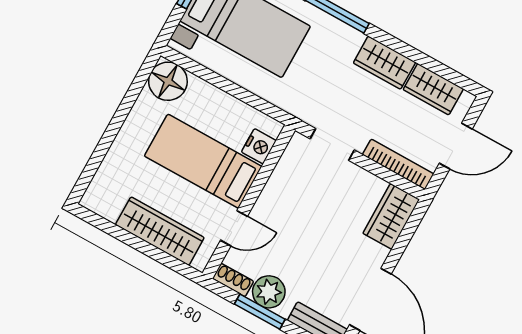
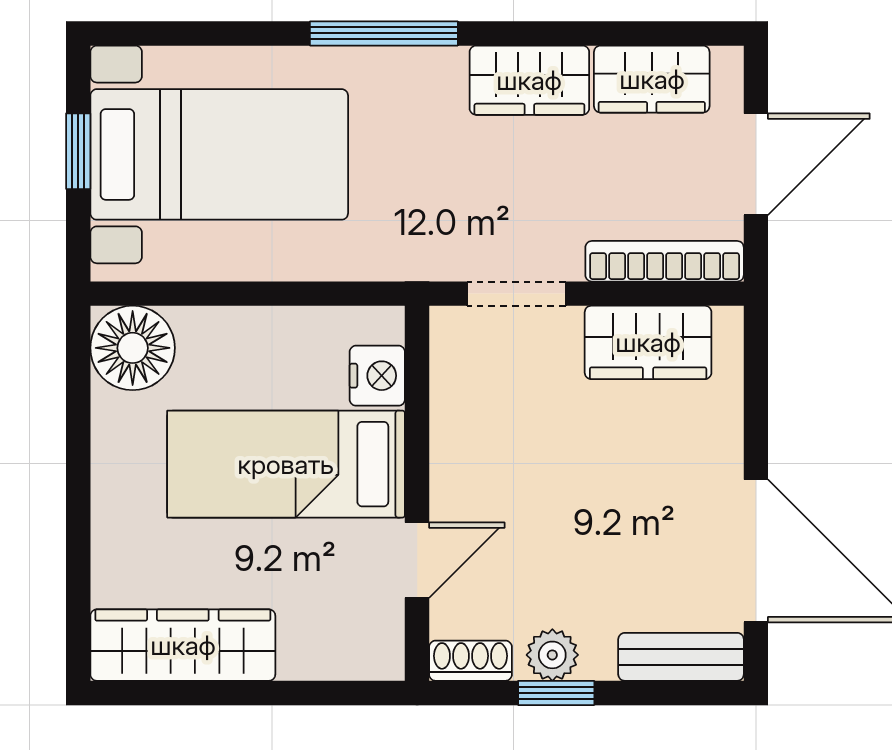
wardrobe: (391, 216) -> (648, 342), moved, turned -90
wardrobe: (160, 231) -> (183, 645), moved
plant: (269, 292) -> (552, 655), width x0.73, depth x0.73
window: (260, 312) -> (556, 693), width x0.67

